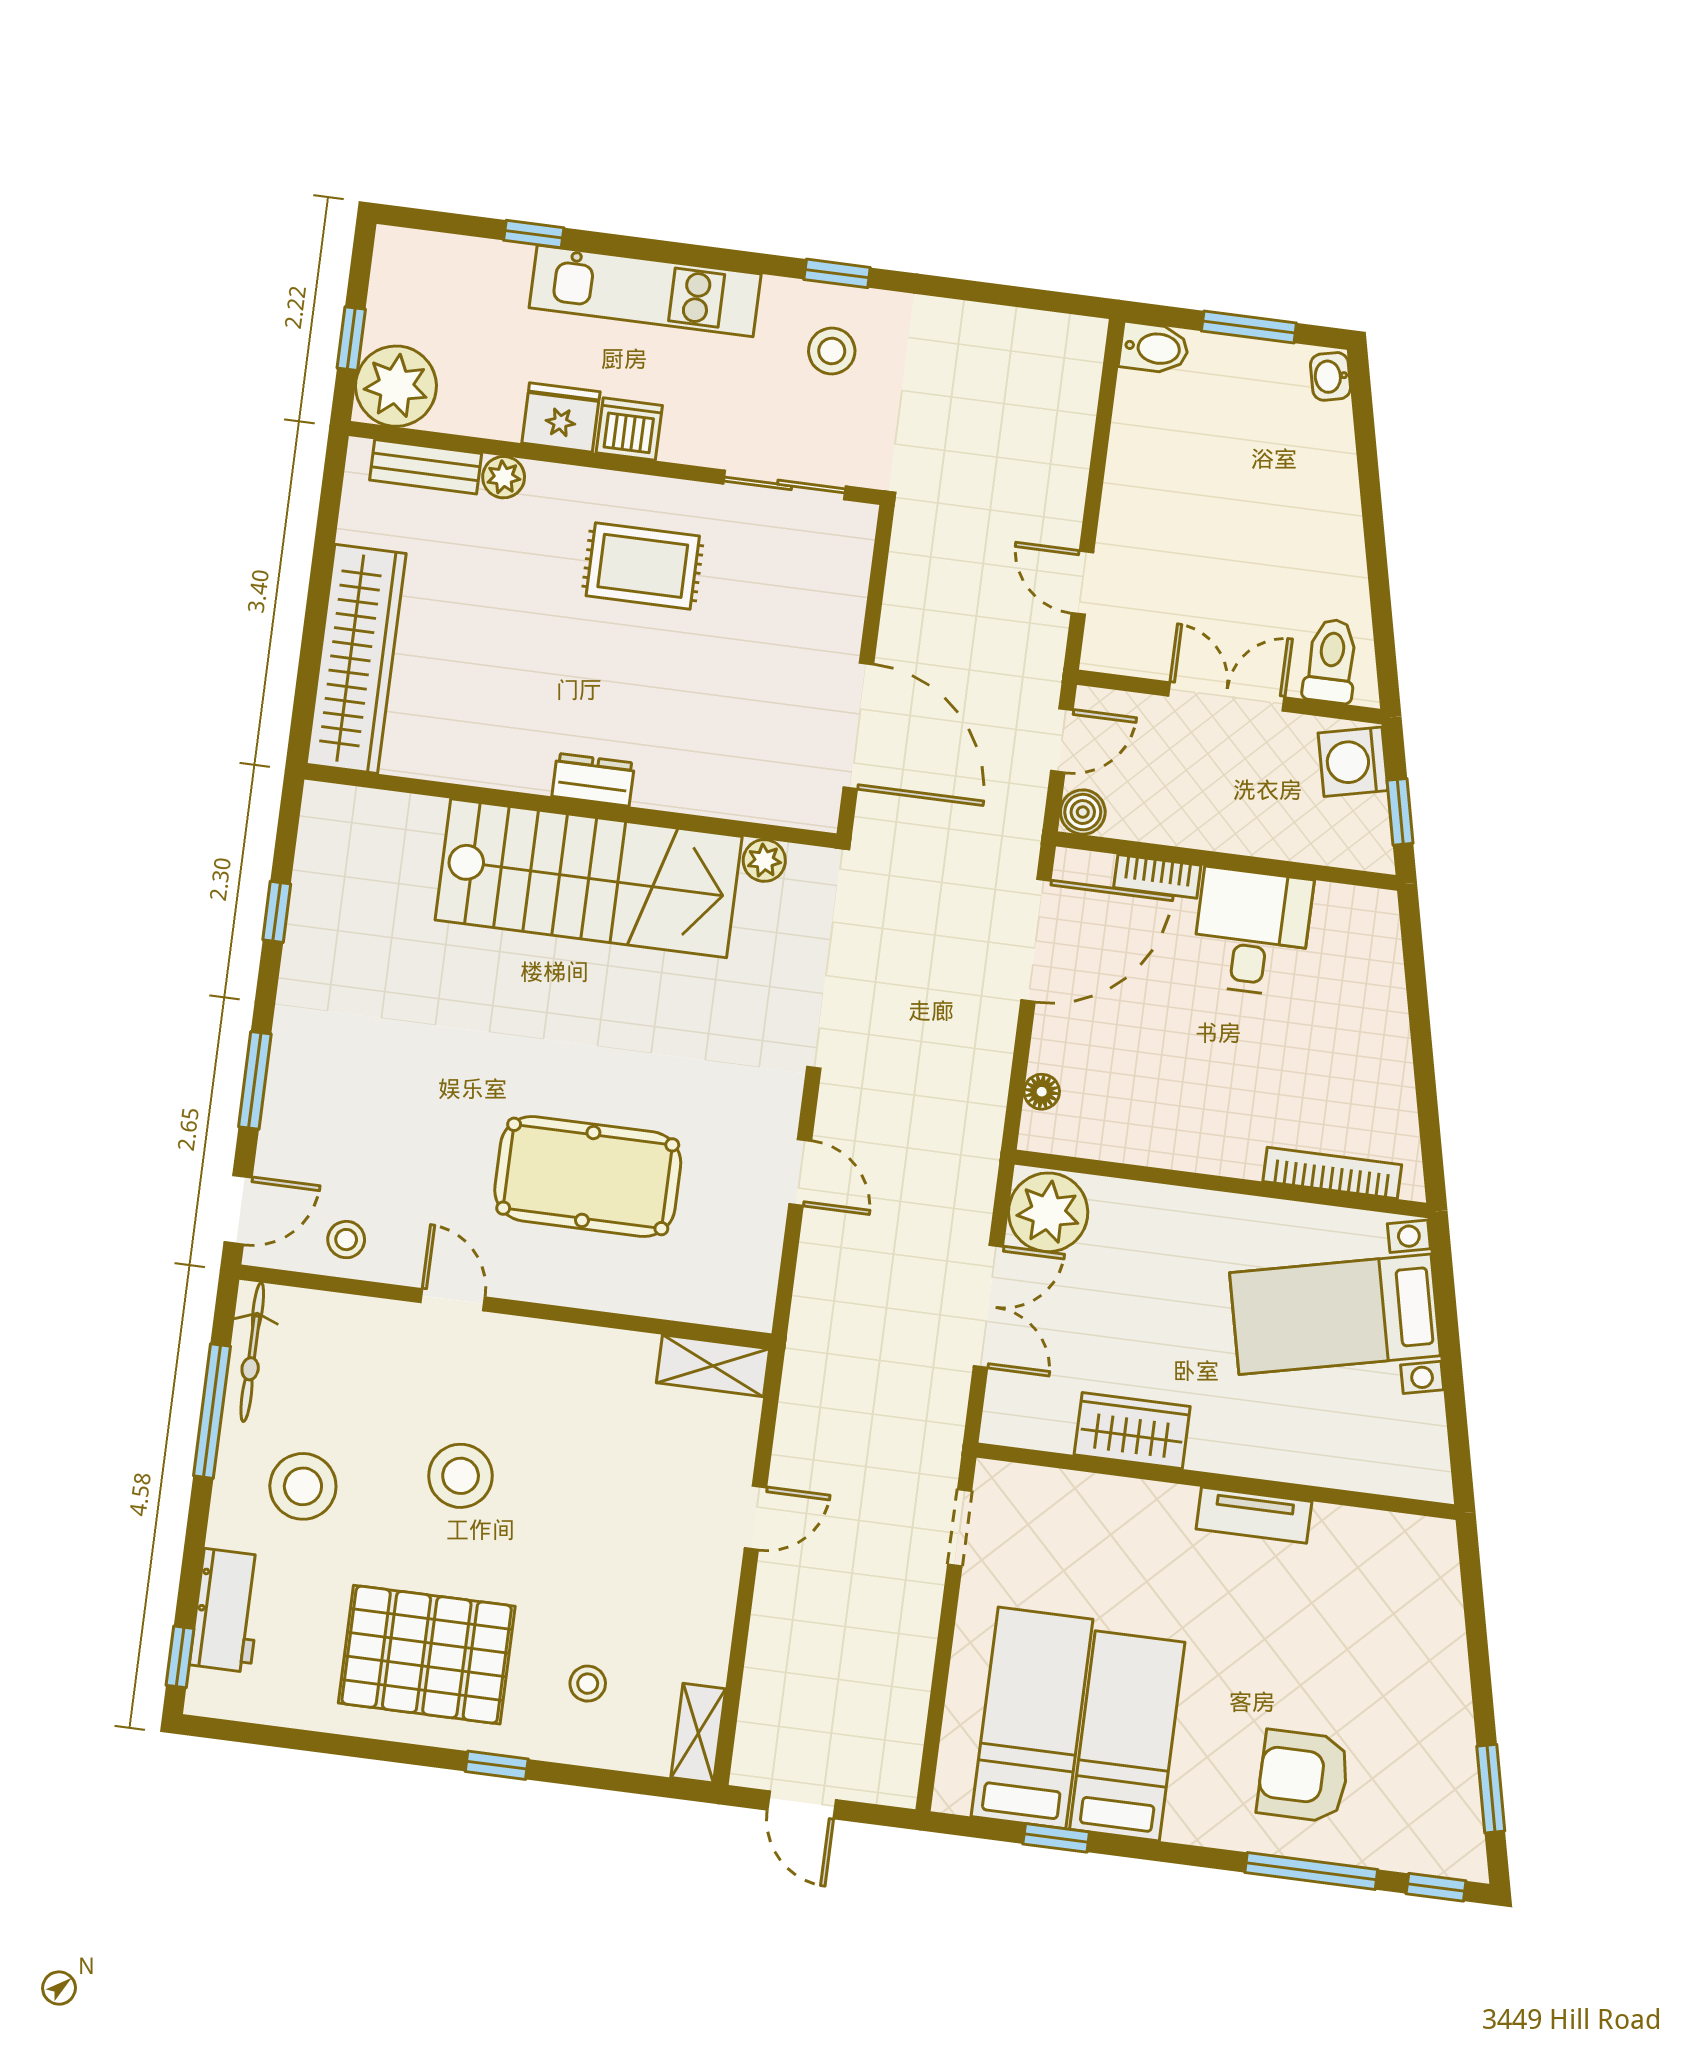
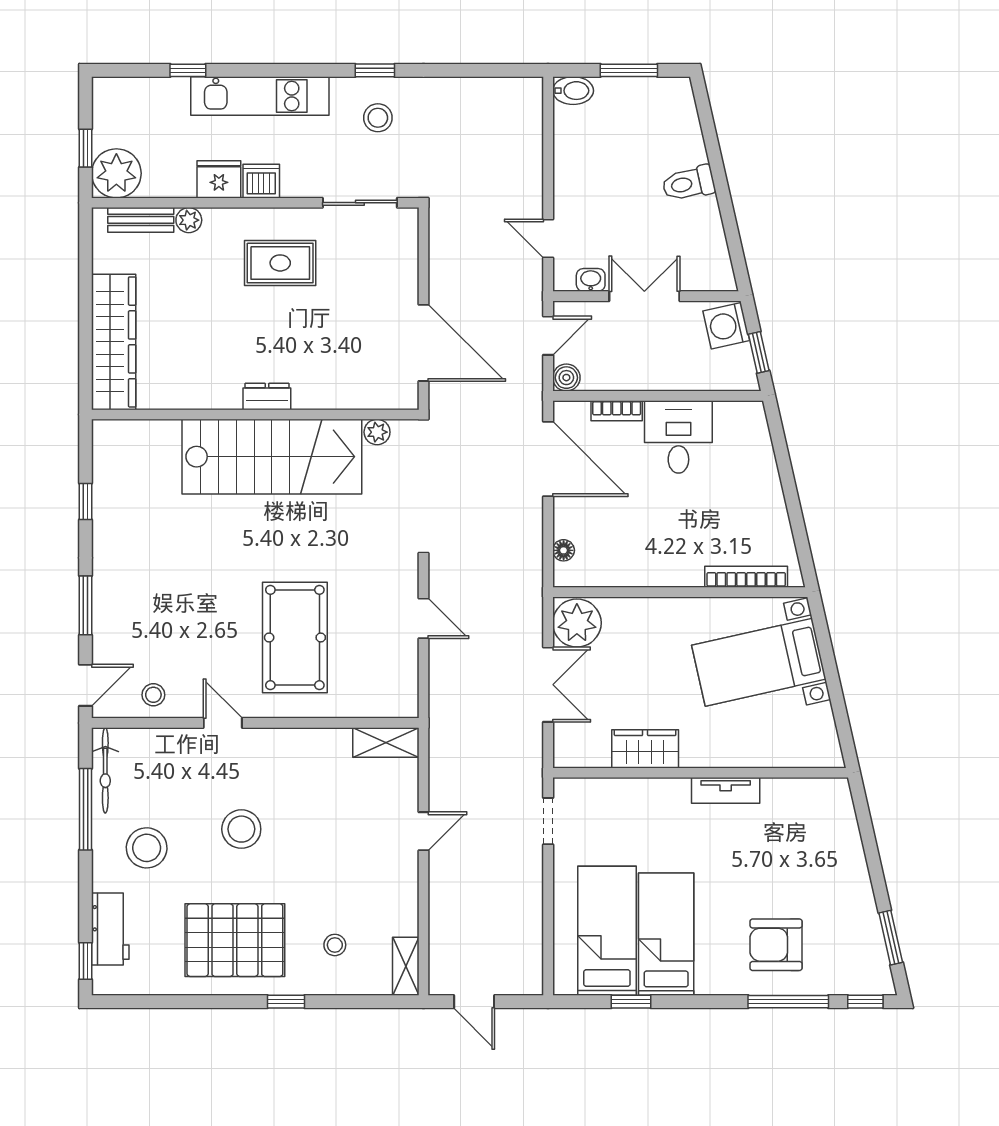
washbasin: (1330, 376) -> (591, 280), moved, turned 103
toilet: (1331, 661) -> (689, 183), moved, turned -103
door: (1036, 940) -> (548, 459), hinge flipped
pool table: (588, 1176) -> (295, 638), turned 90

